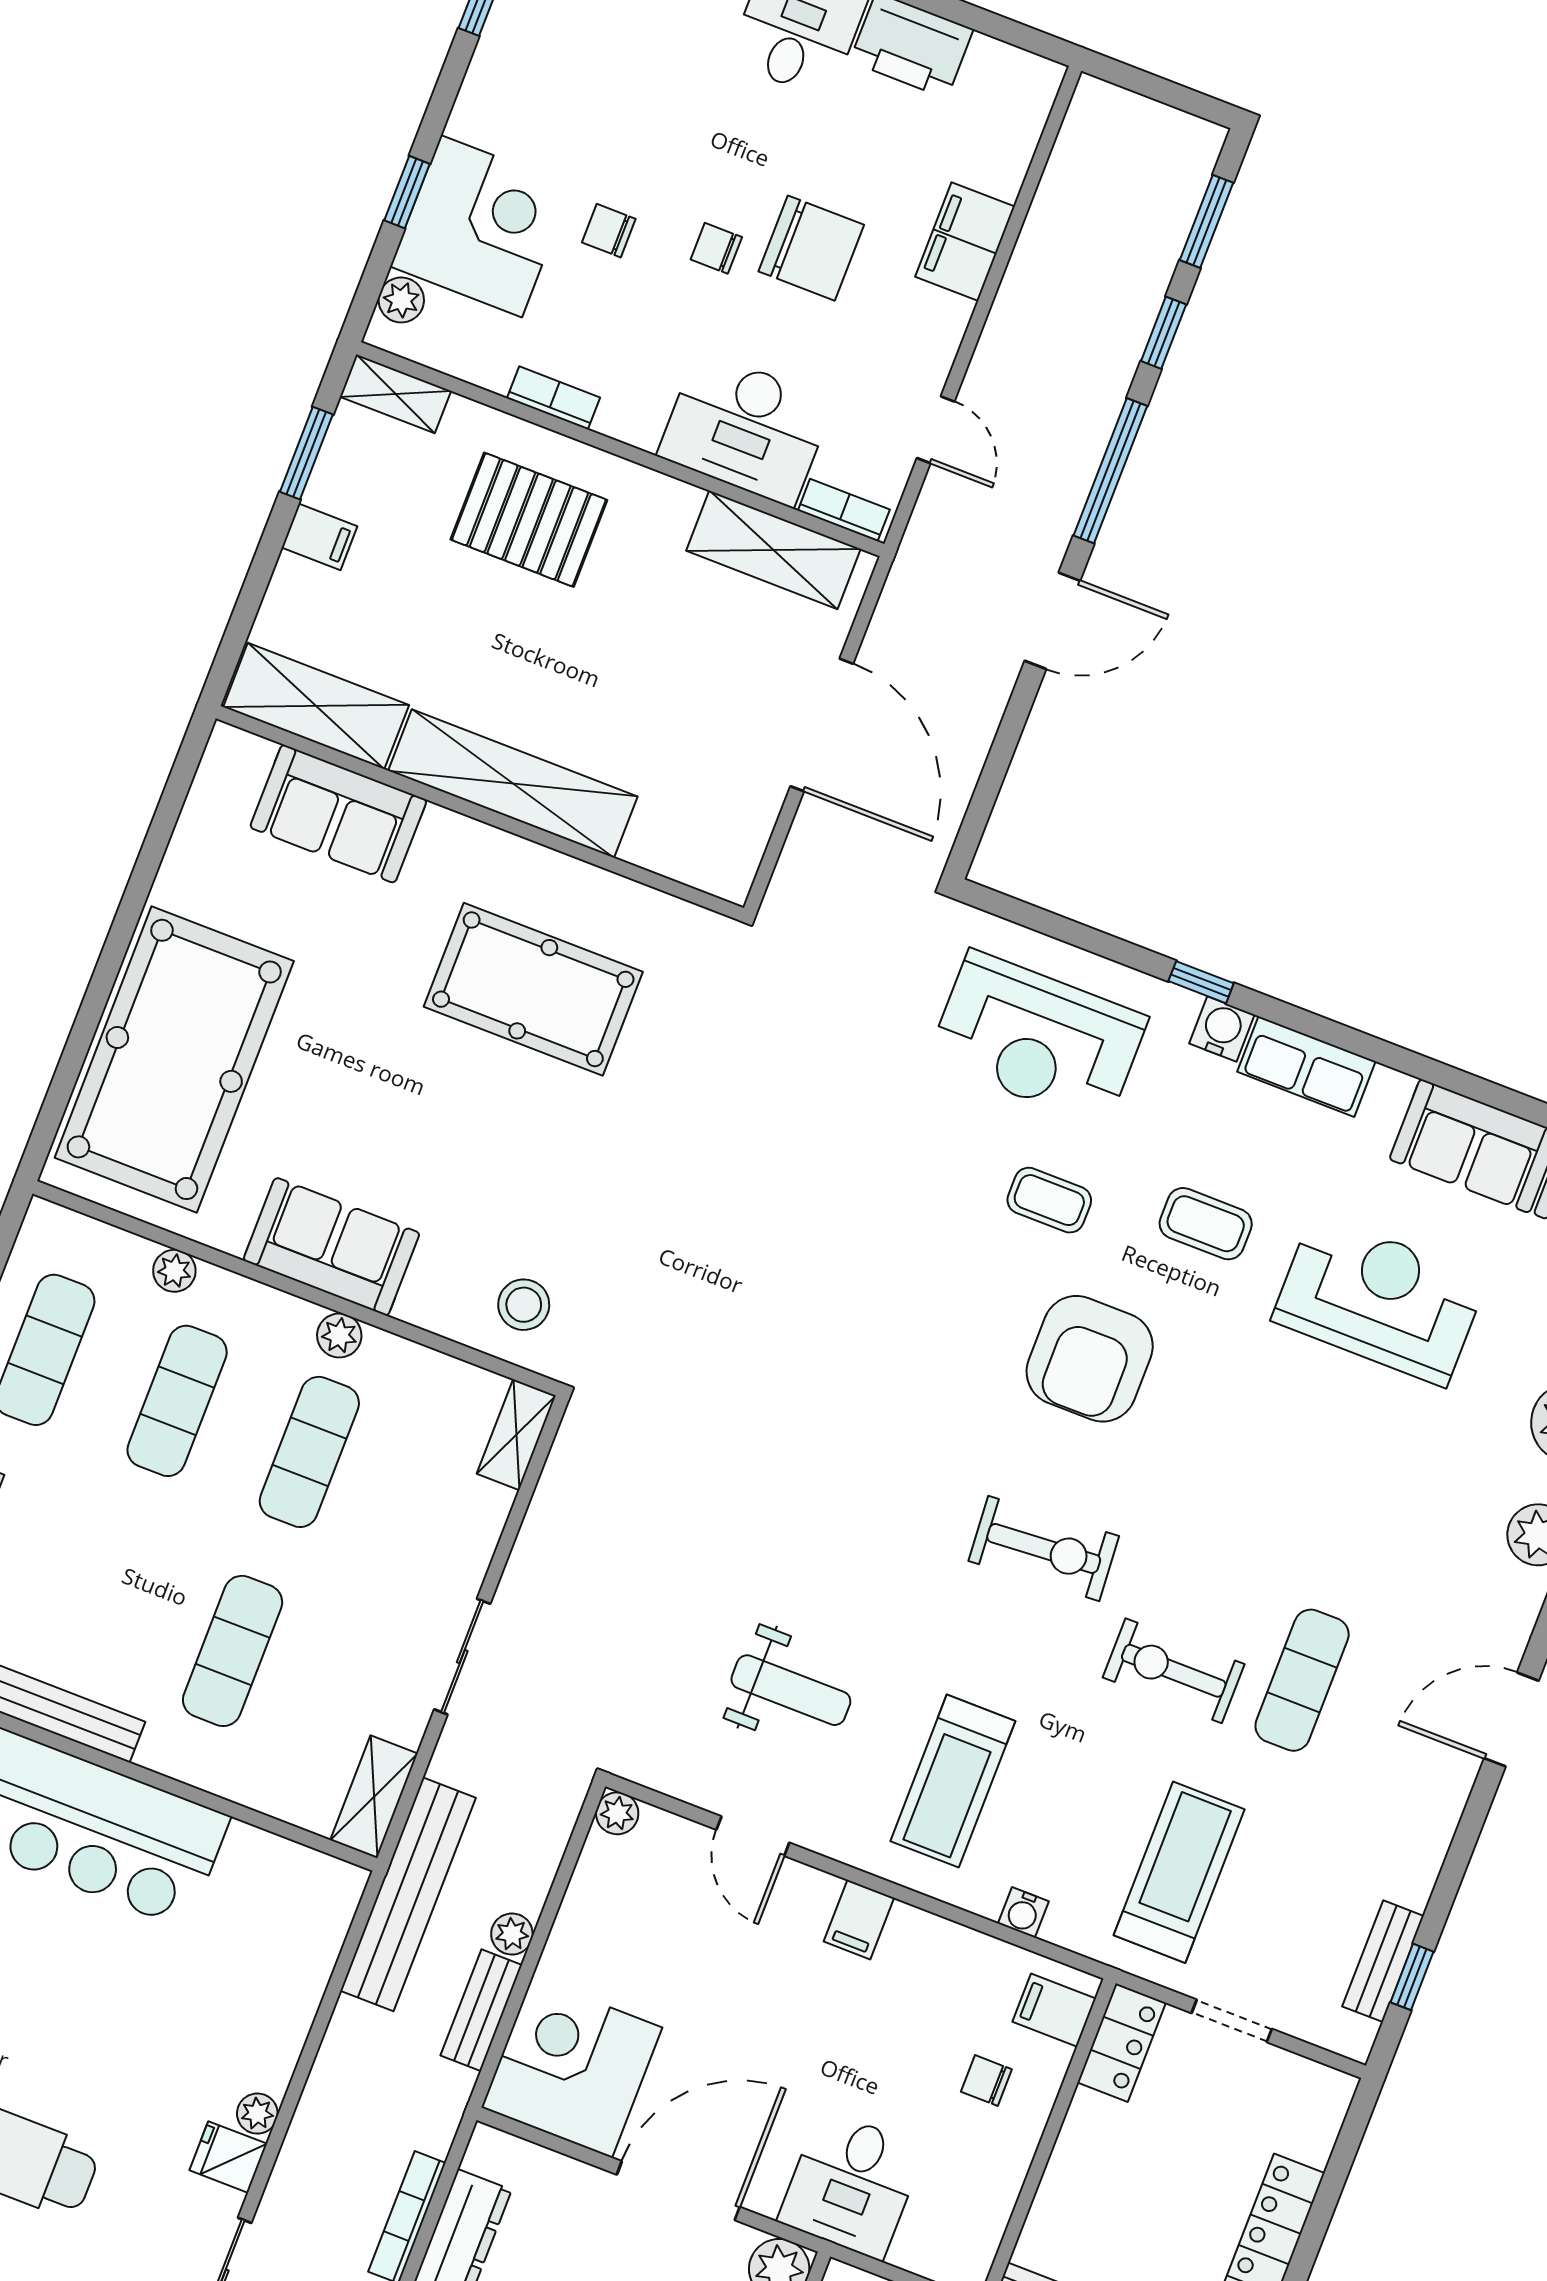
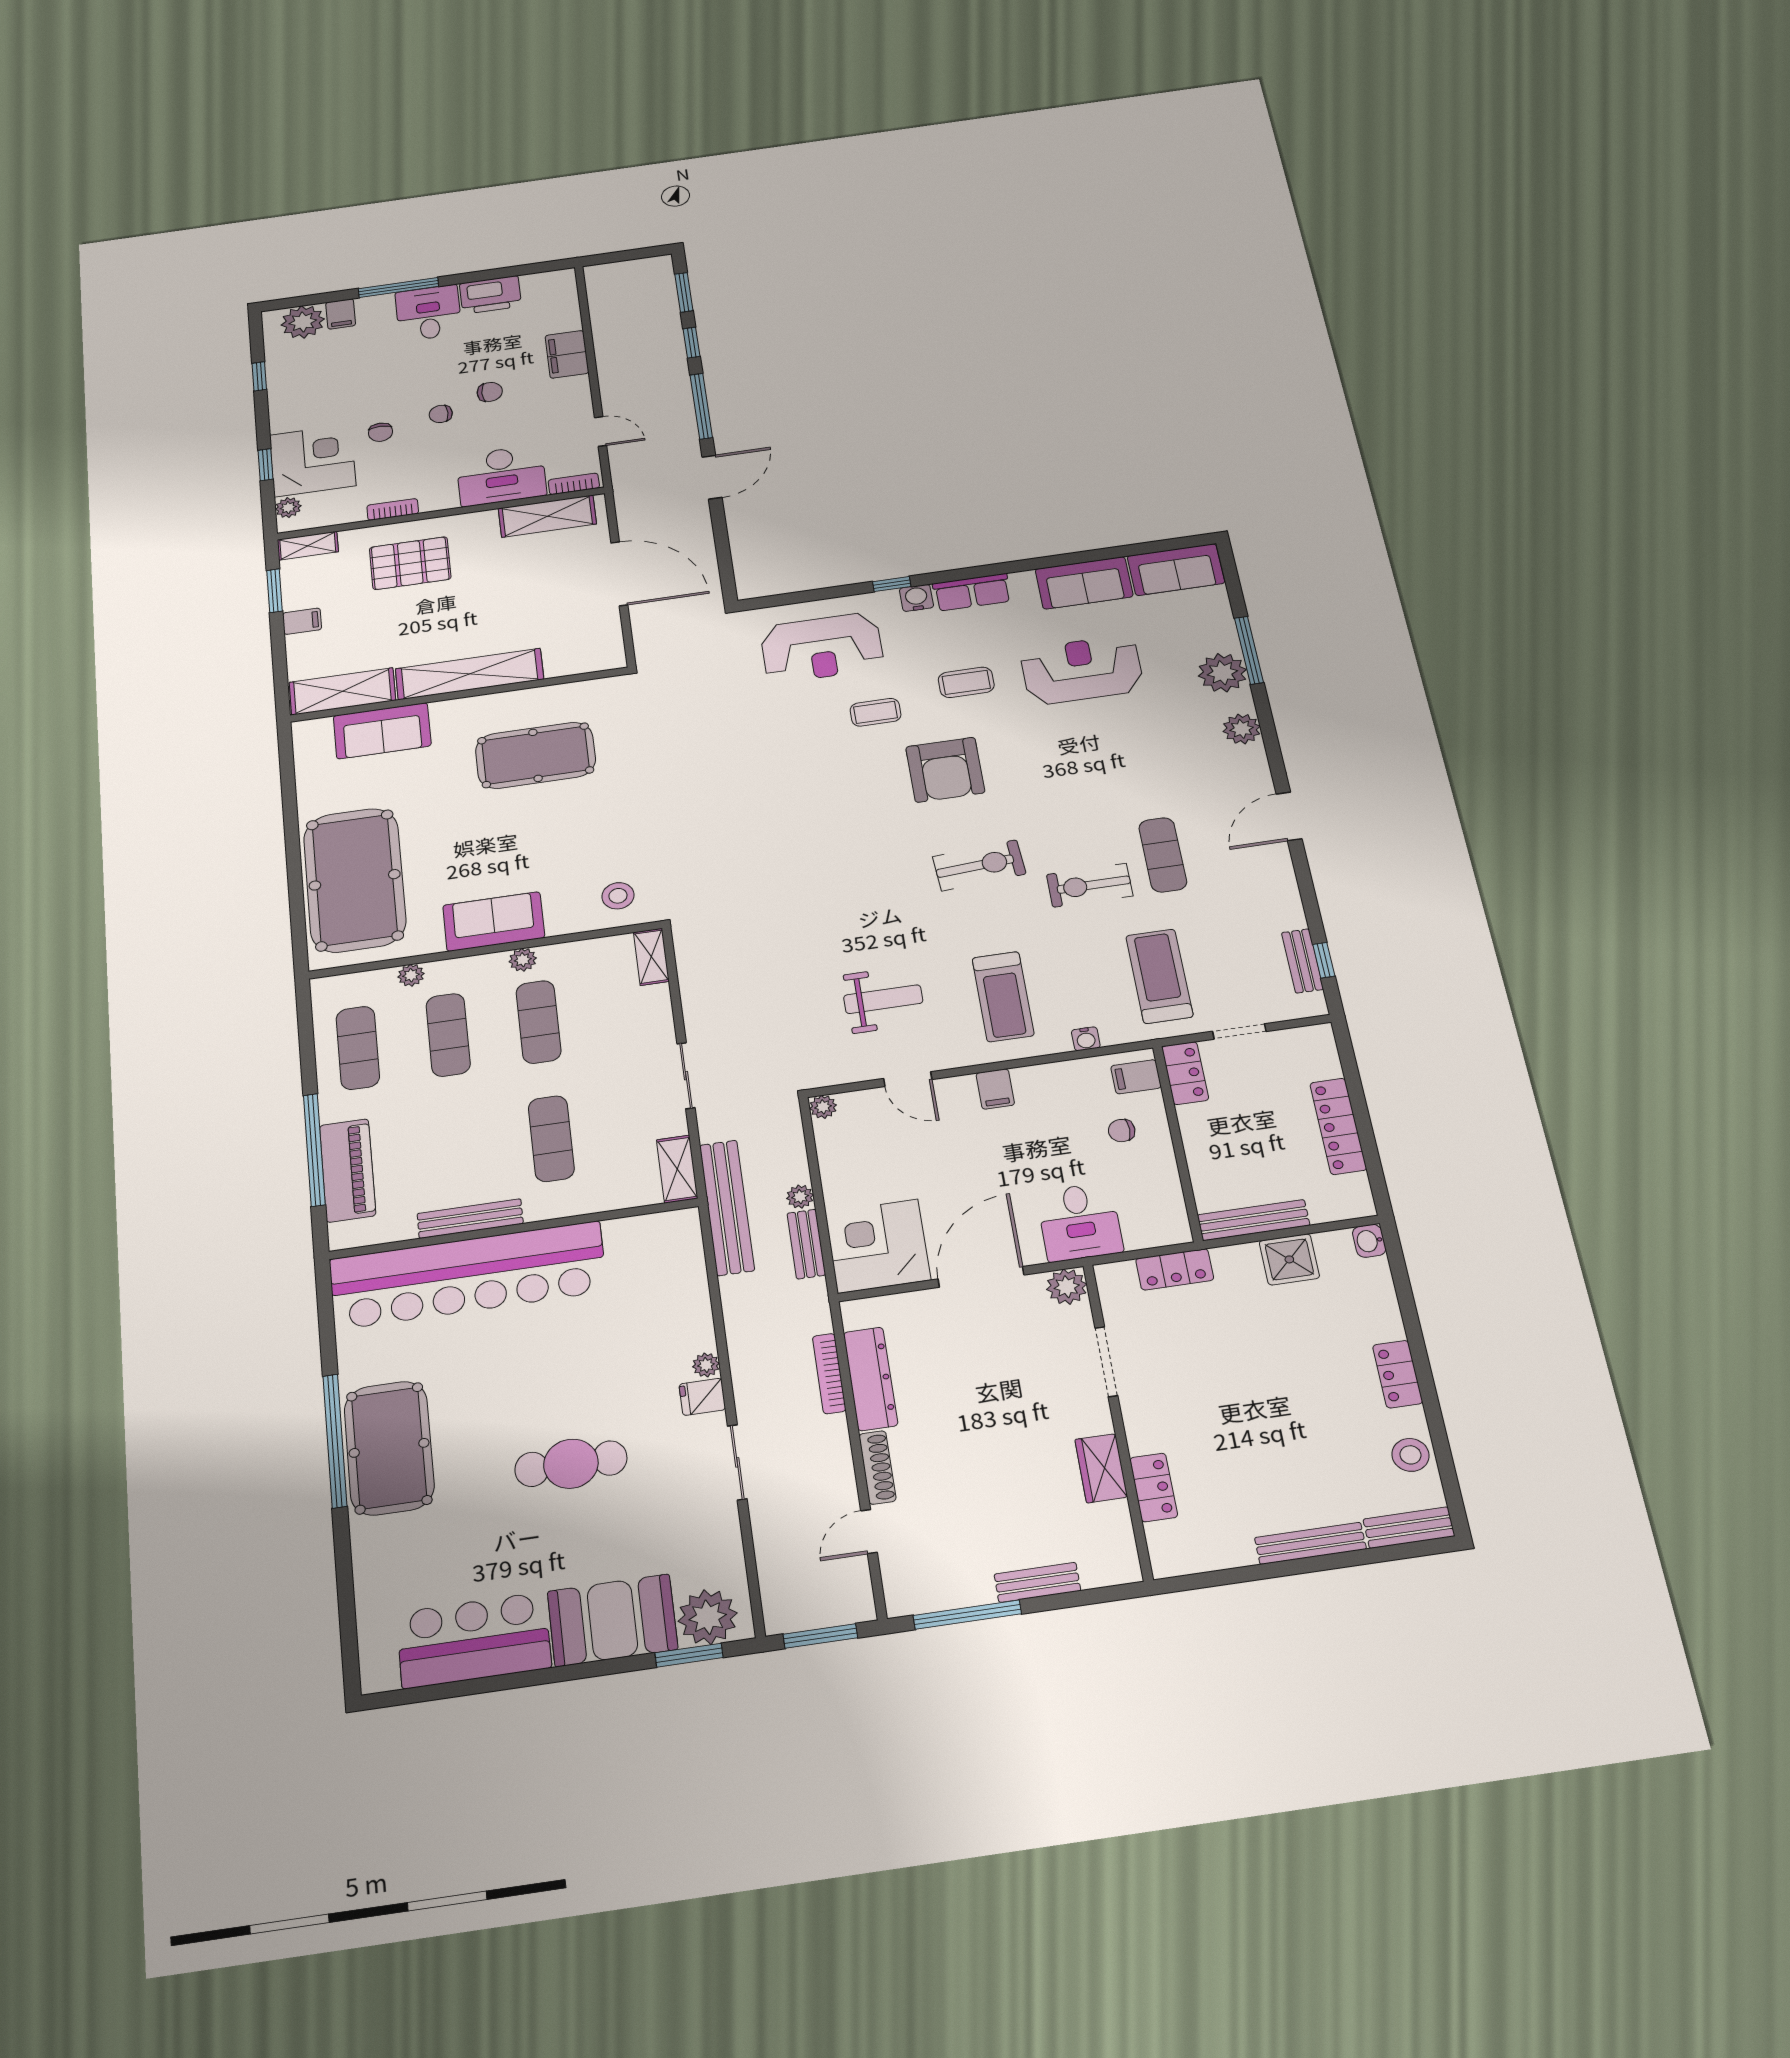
chair: (609, 231) -> (380, 432), turned -90
chair: (811, 248) -> (490, 392), width x0.54, depth x0.54

